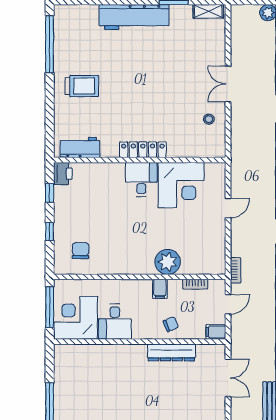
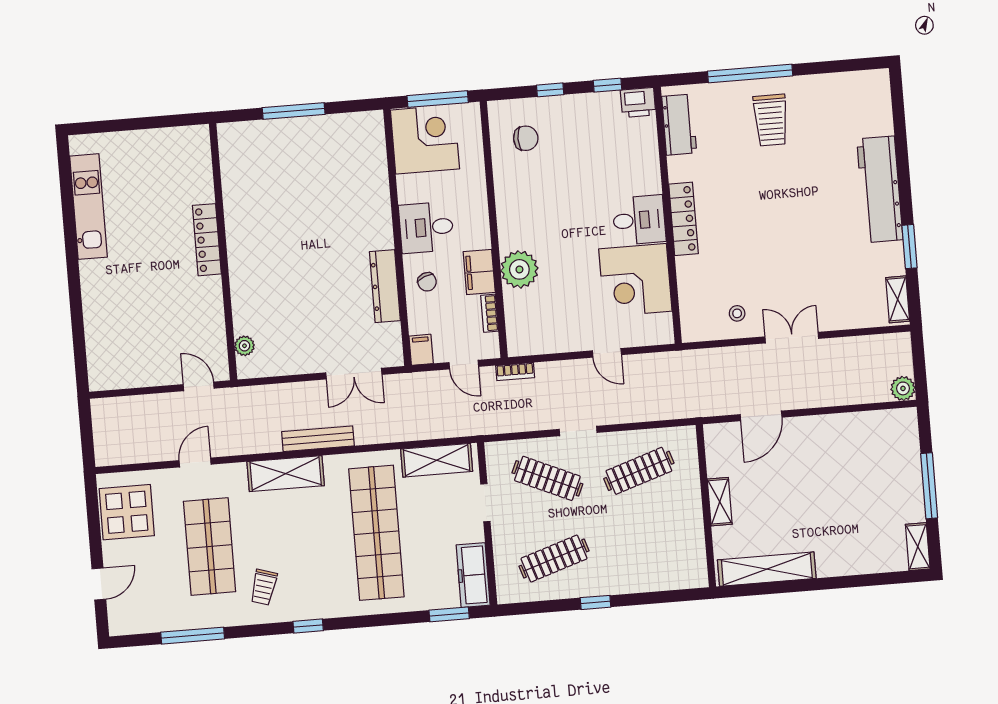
window: (50, 44) -> (750, 73), moved
filing cabinet: (160, 289) -> (479, 272), width x2.00
desk: (115, 322) -> (426, 227), moved

